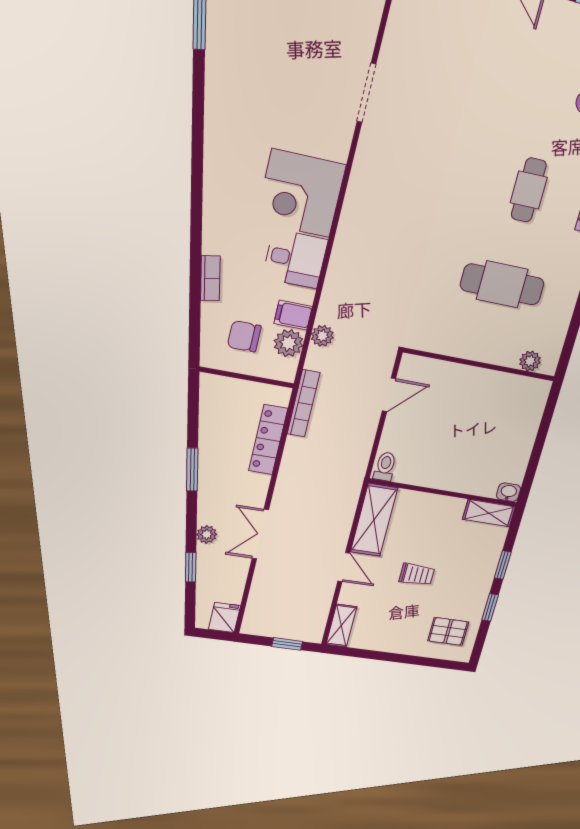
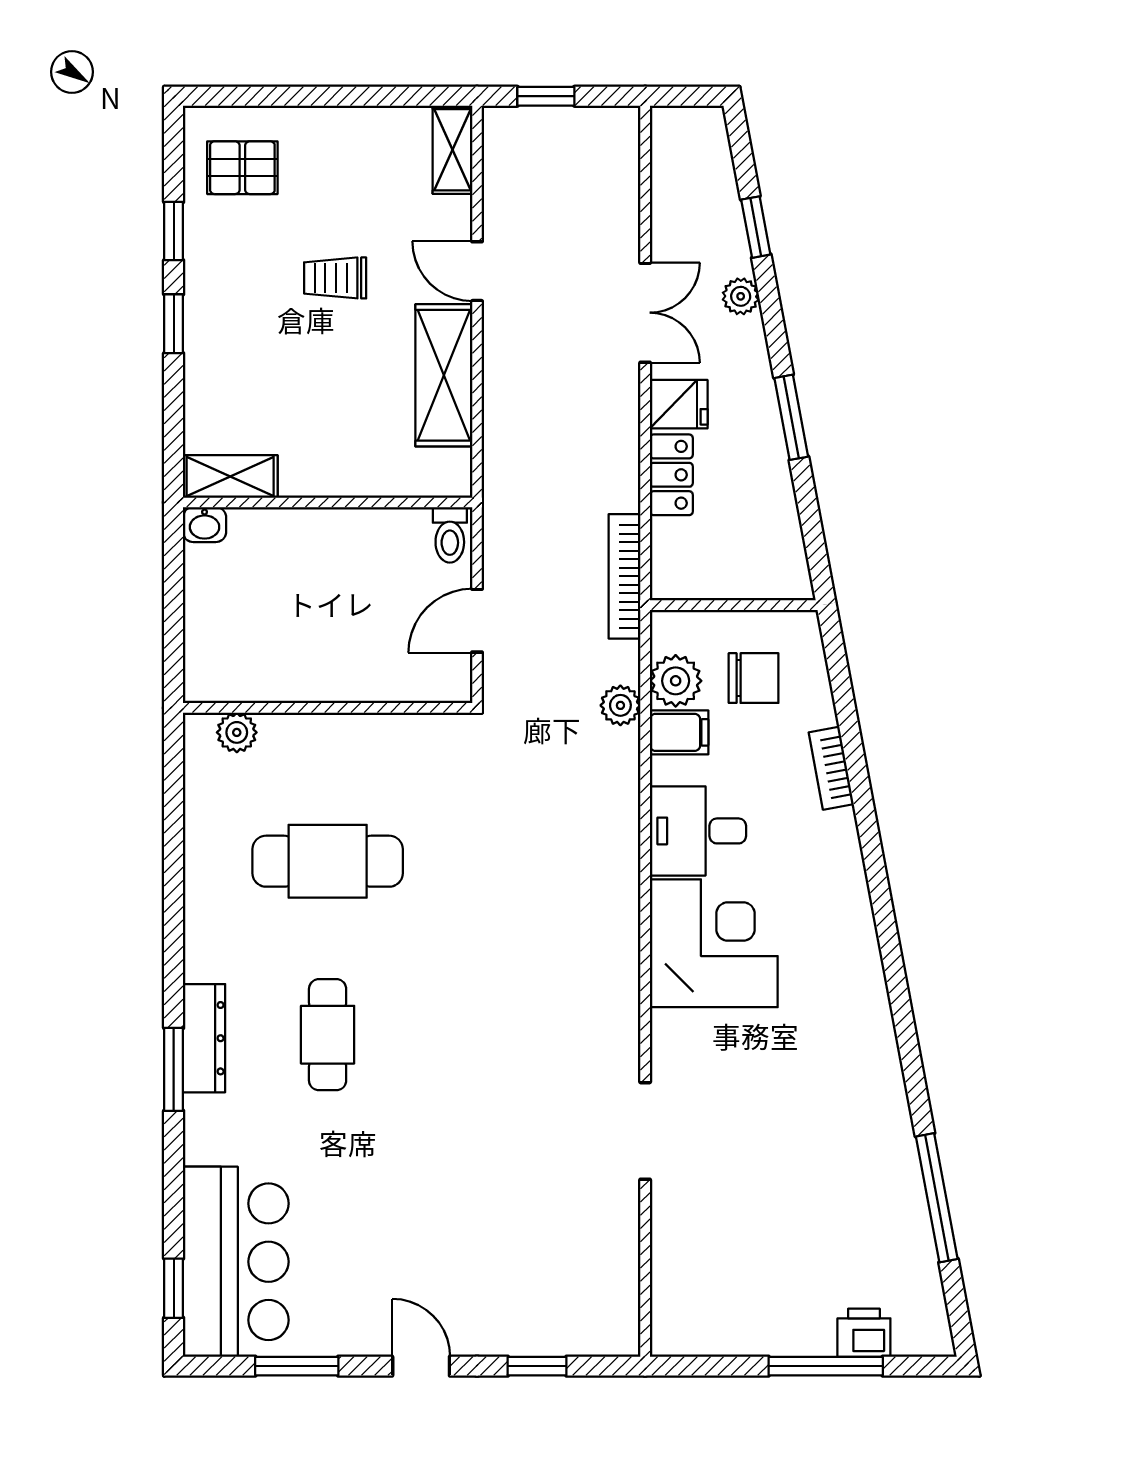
locker: (268, 440) -> (671, 475), width x0.66
toilet: (385, 466) -> (450, 535), moved
washbasin: (508, 492) -> (205, 525), moved
wall: (444, 493) -> (328, 502), moved
shelving: (489, 513) -> (230, 476), moved
fridge: (224, 617) -> (679, 404), moved, turned -90

